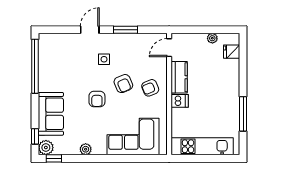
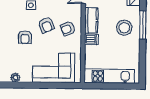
stool: (220, 86) -> (124, 28), added
window: (243, 114) -> (143, 25), moved

